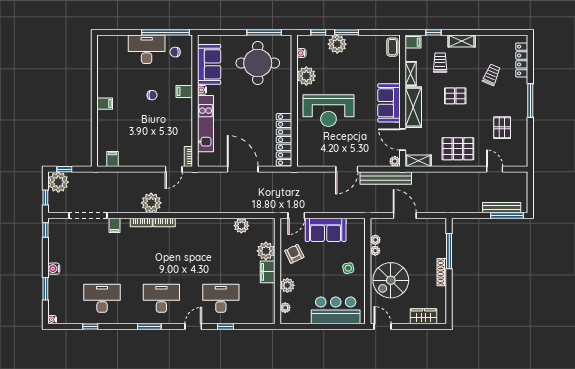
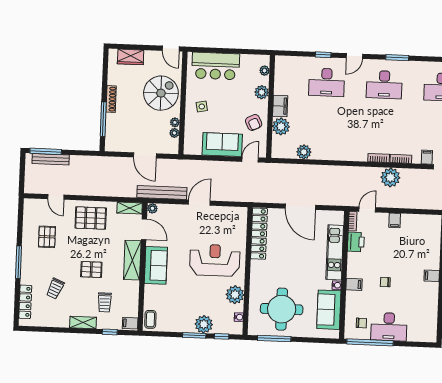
shelving: (411, 74) -> (134, 293), removed
printer: (184, 135) -> (356, 242), added
filing cabinet: (112, 159) -> (395, 220), moved

